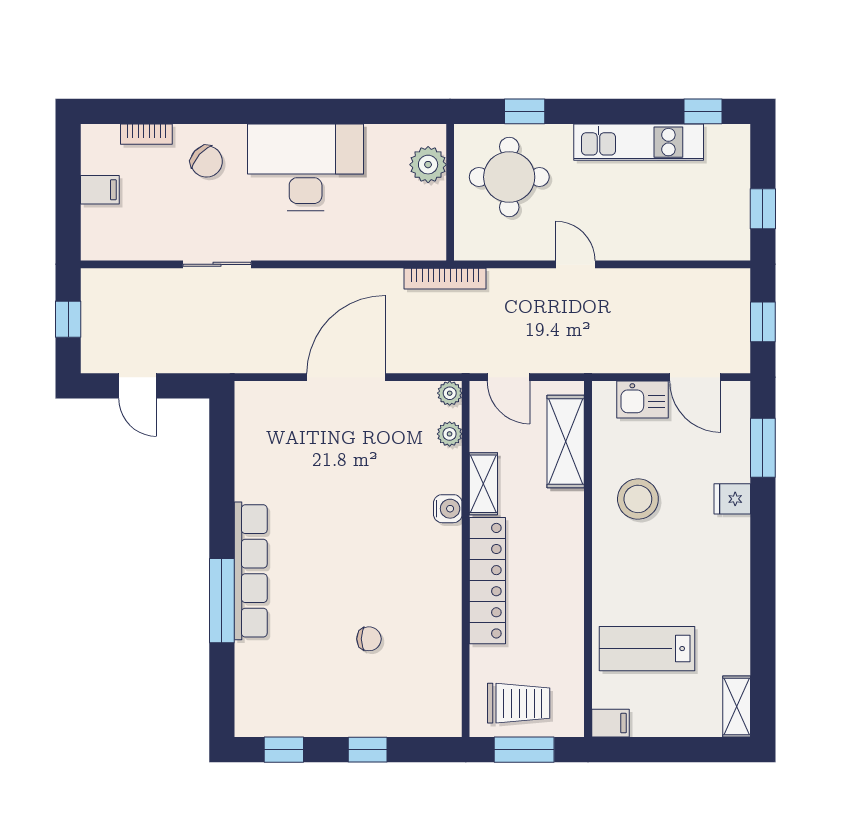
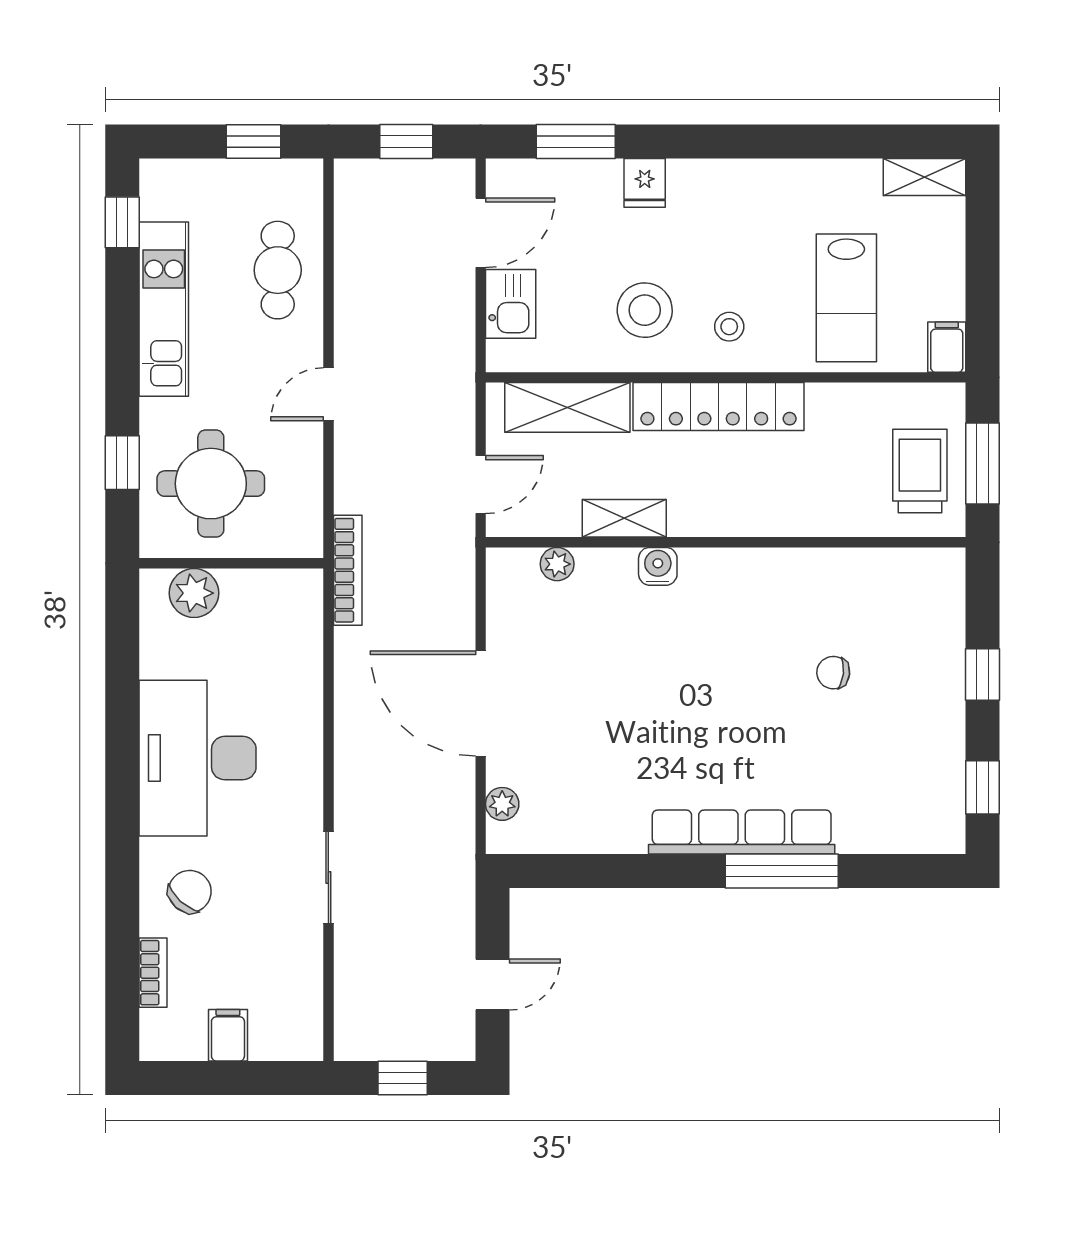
cafe table: (668, 227) -> (278, 270), added
plant: (450, 393) -> (502, 804), moved
stool: (626, 562) -> (729, 327), added
locker: (487, 581) -> (719, 407), moved, turned 180
chair: (369, 639) -> (833, 673), turned -84

